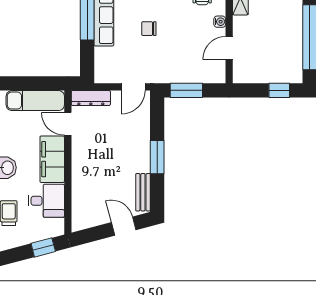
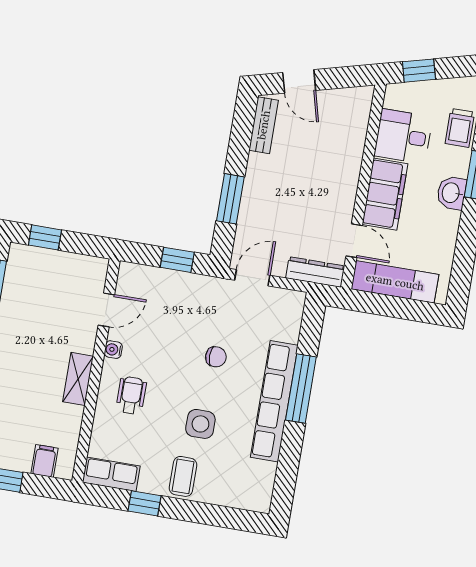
window: (186, 90) -> (177, 260), width x0.67
window: (157, 157) -> (230, 199), moved

